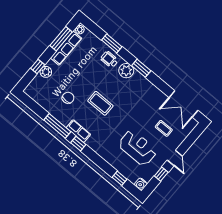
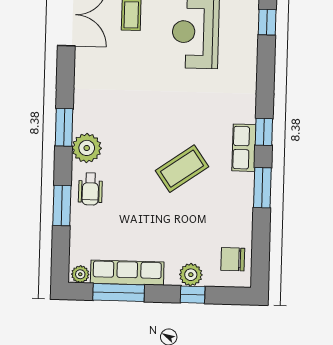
chair: (68, 98) -> (233, 259), moved
coffee table: (100, 103) -> (182, 169), moved, turned 55
window: (57, 126) -> (262, 188), width x0.69

